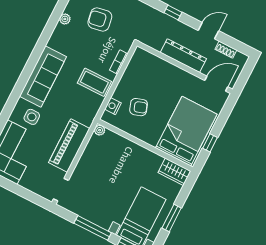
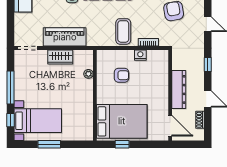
nightstand: (113, 106) -> (140, 55), moved
armchair: (139, 107) -> (122, 75), turned -71
plant: (100, 130) -> (88, 74), moved
wardrobe: (174, 172) -> (60, 57), moved, turned -90

